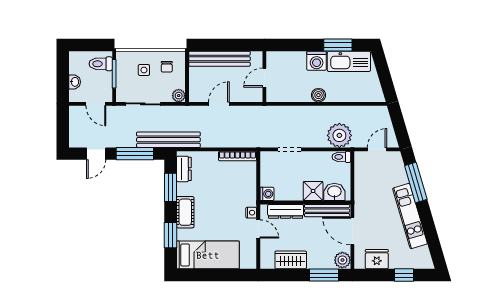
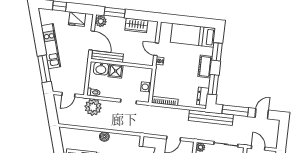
washing machine: (267, 194) -> (146, 87), moved
dresser: (286, 211) -> (136, 59), removed

